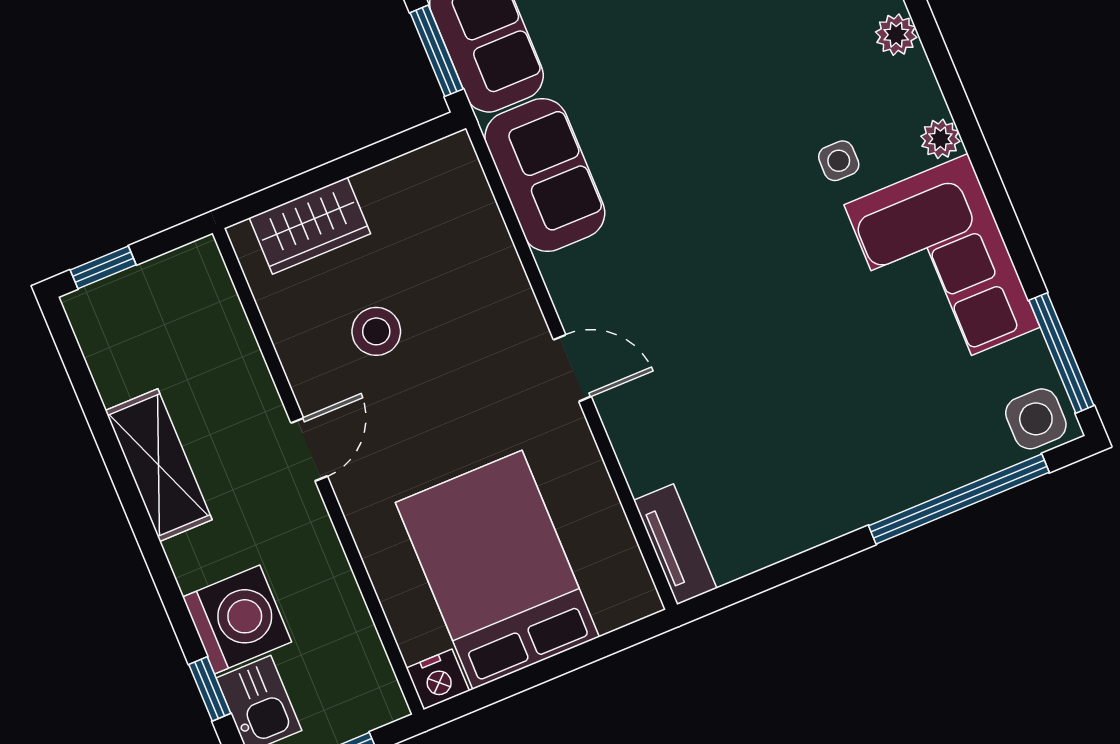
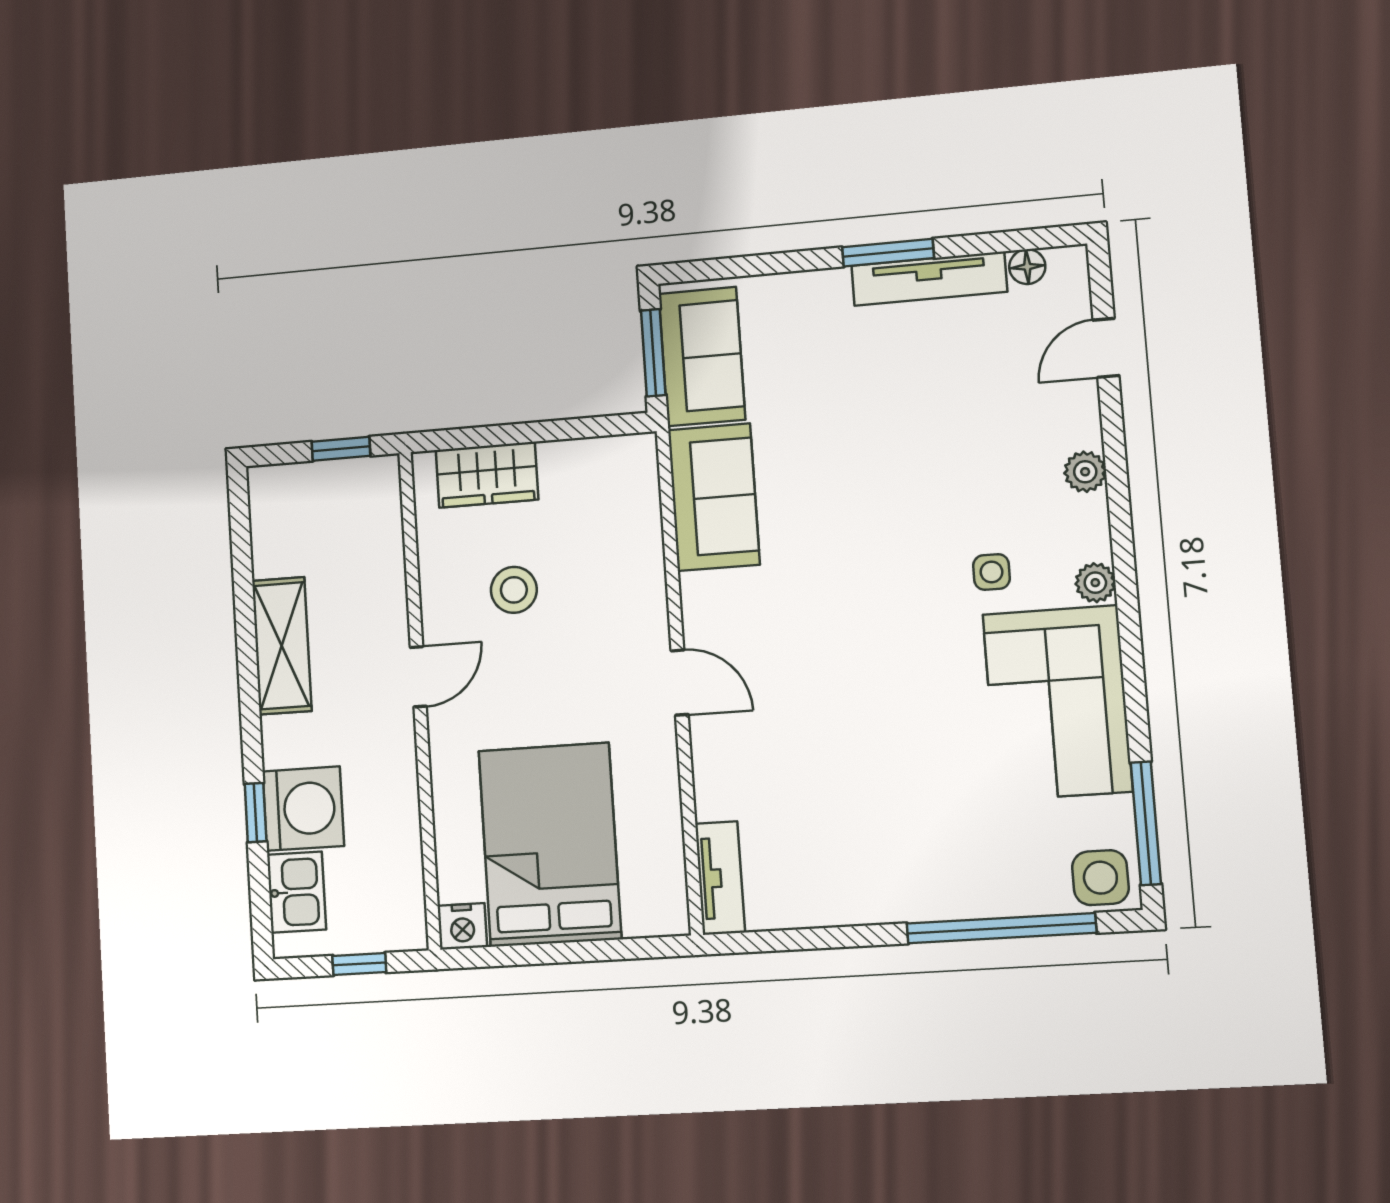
window: (103, 267) -> (341, 449), moved
window: (210, 689) -> (256, 813), moved

